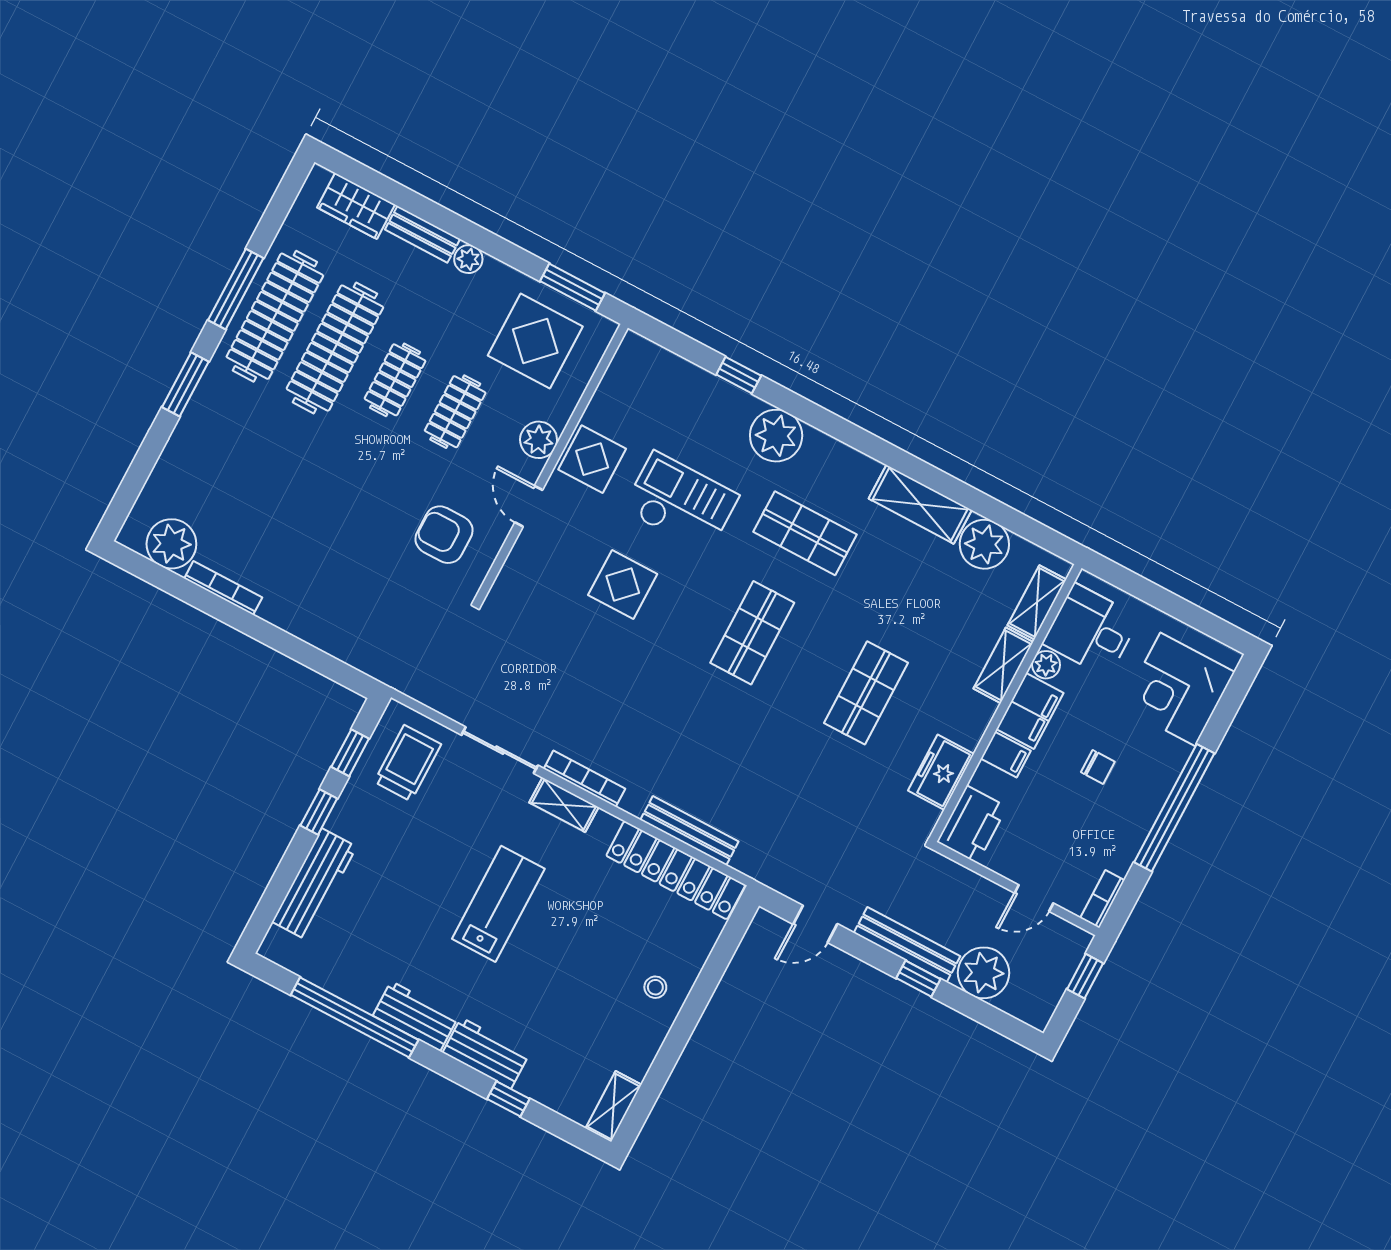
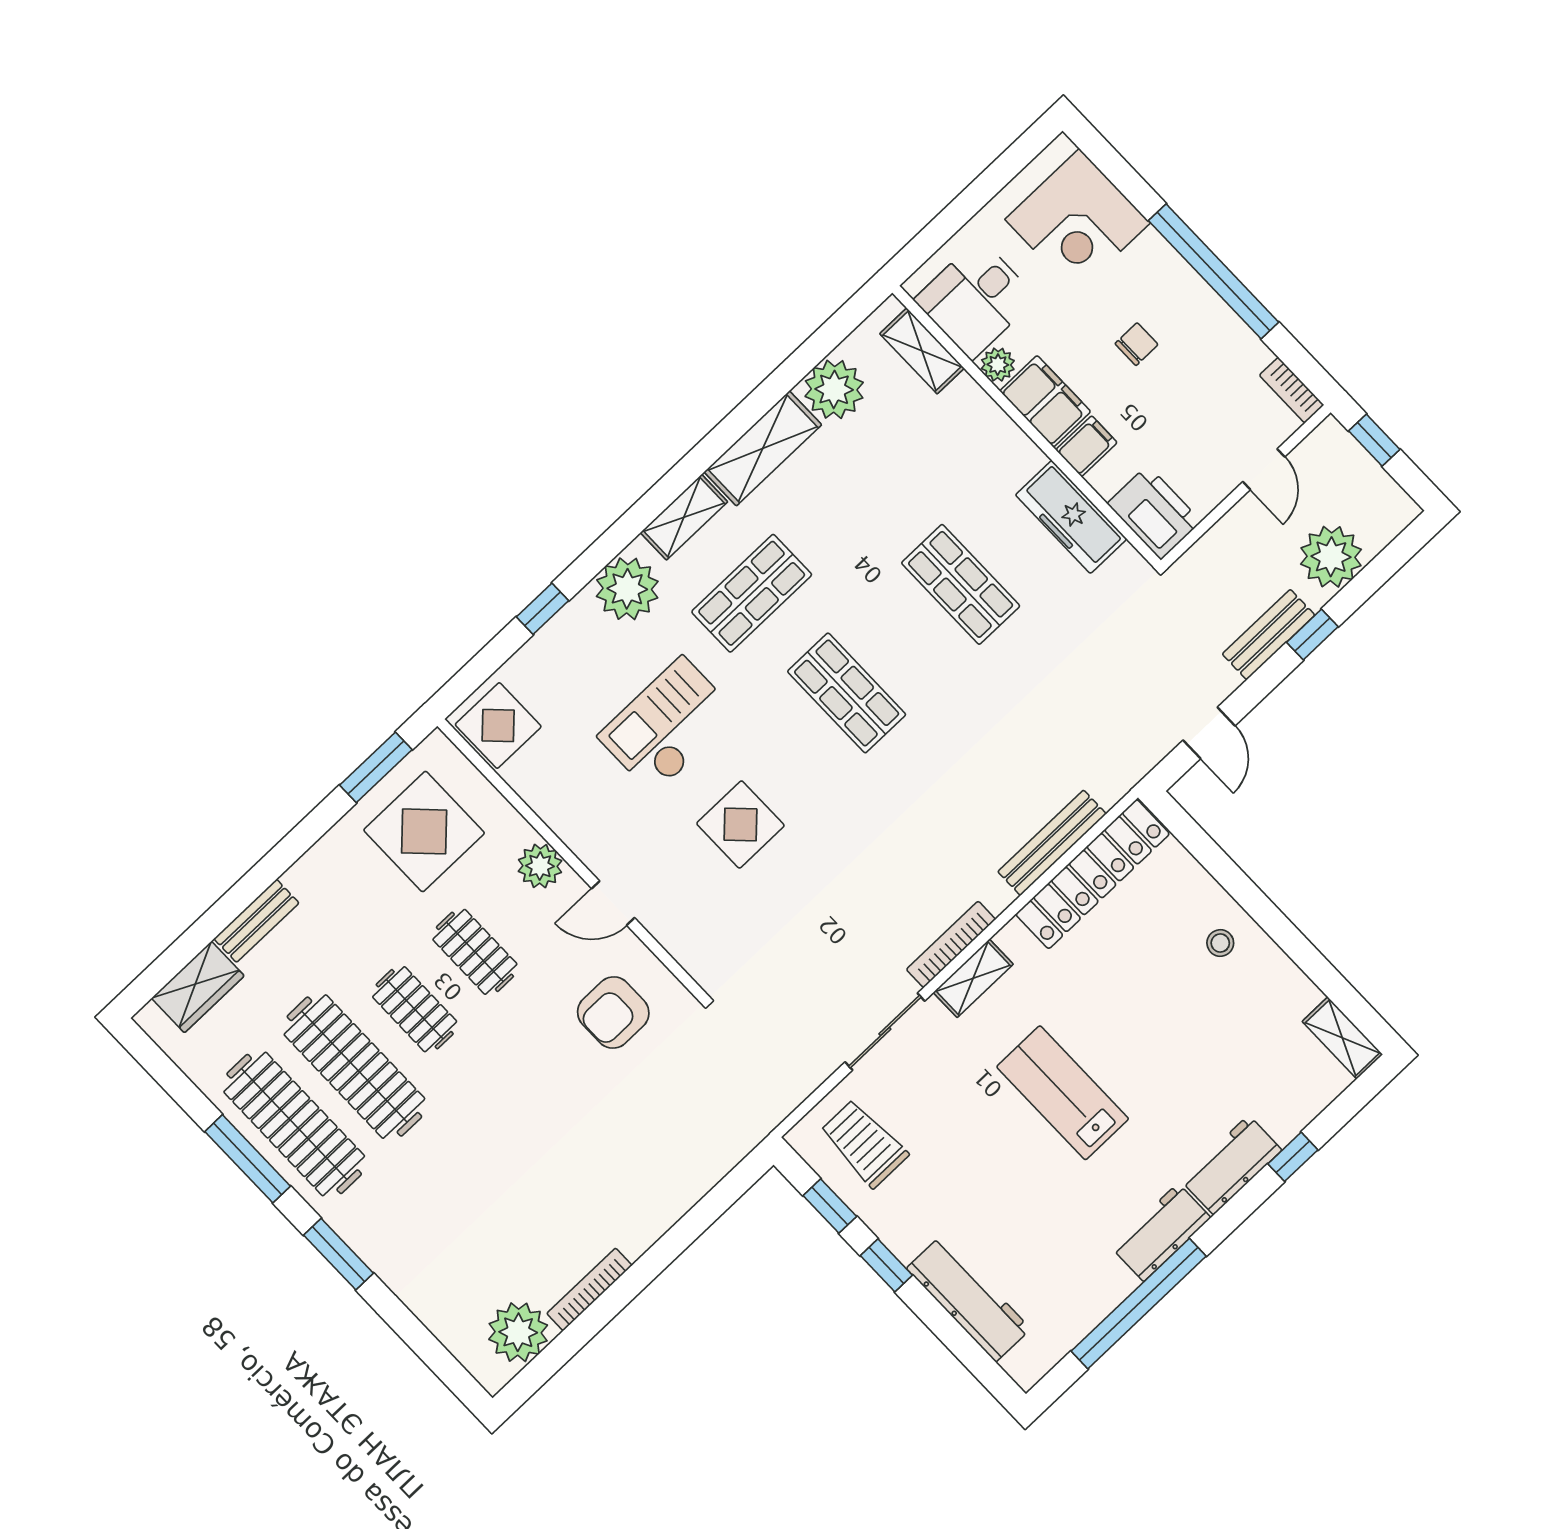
plant: (468, 259) -> (303, 877), removed
display table: (592, 459) -> (498, 726), moved
shelving: (1003, 665) -> (684, 517), moved, turned 90
freezer: (941, 772) -> (1071, 517), width x1.40
bench: (907, 945) -> (1269, 635), width x0.73

